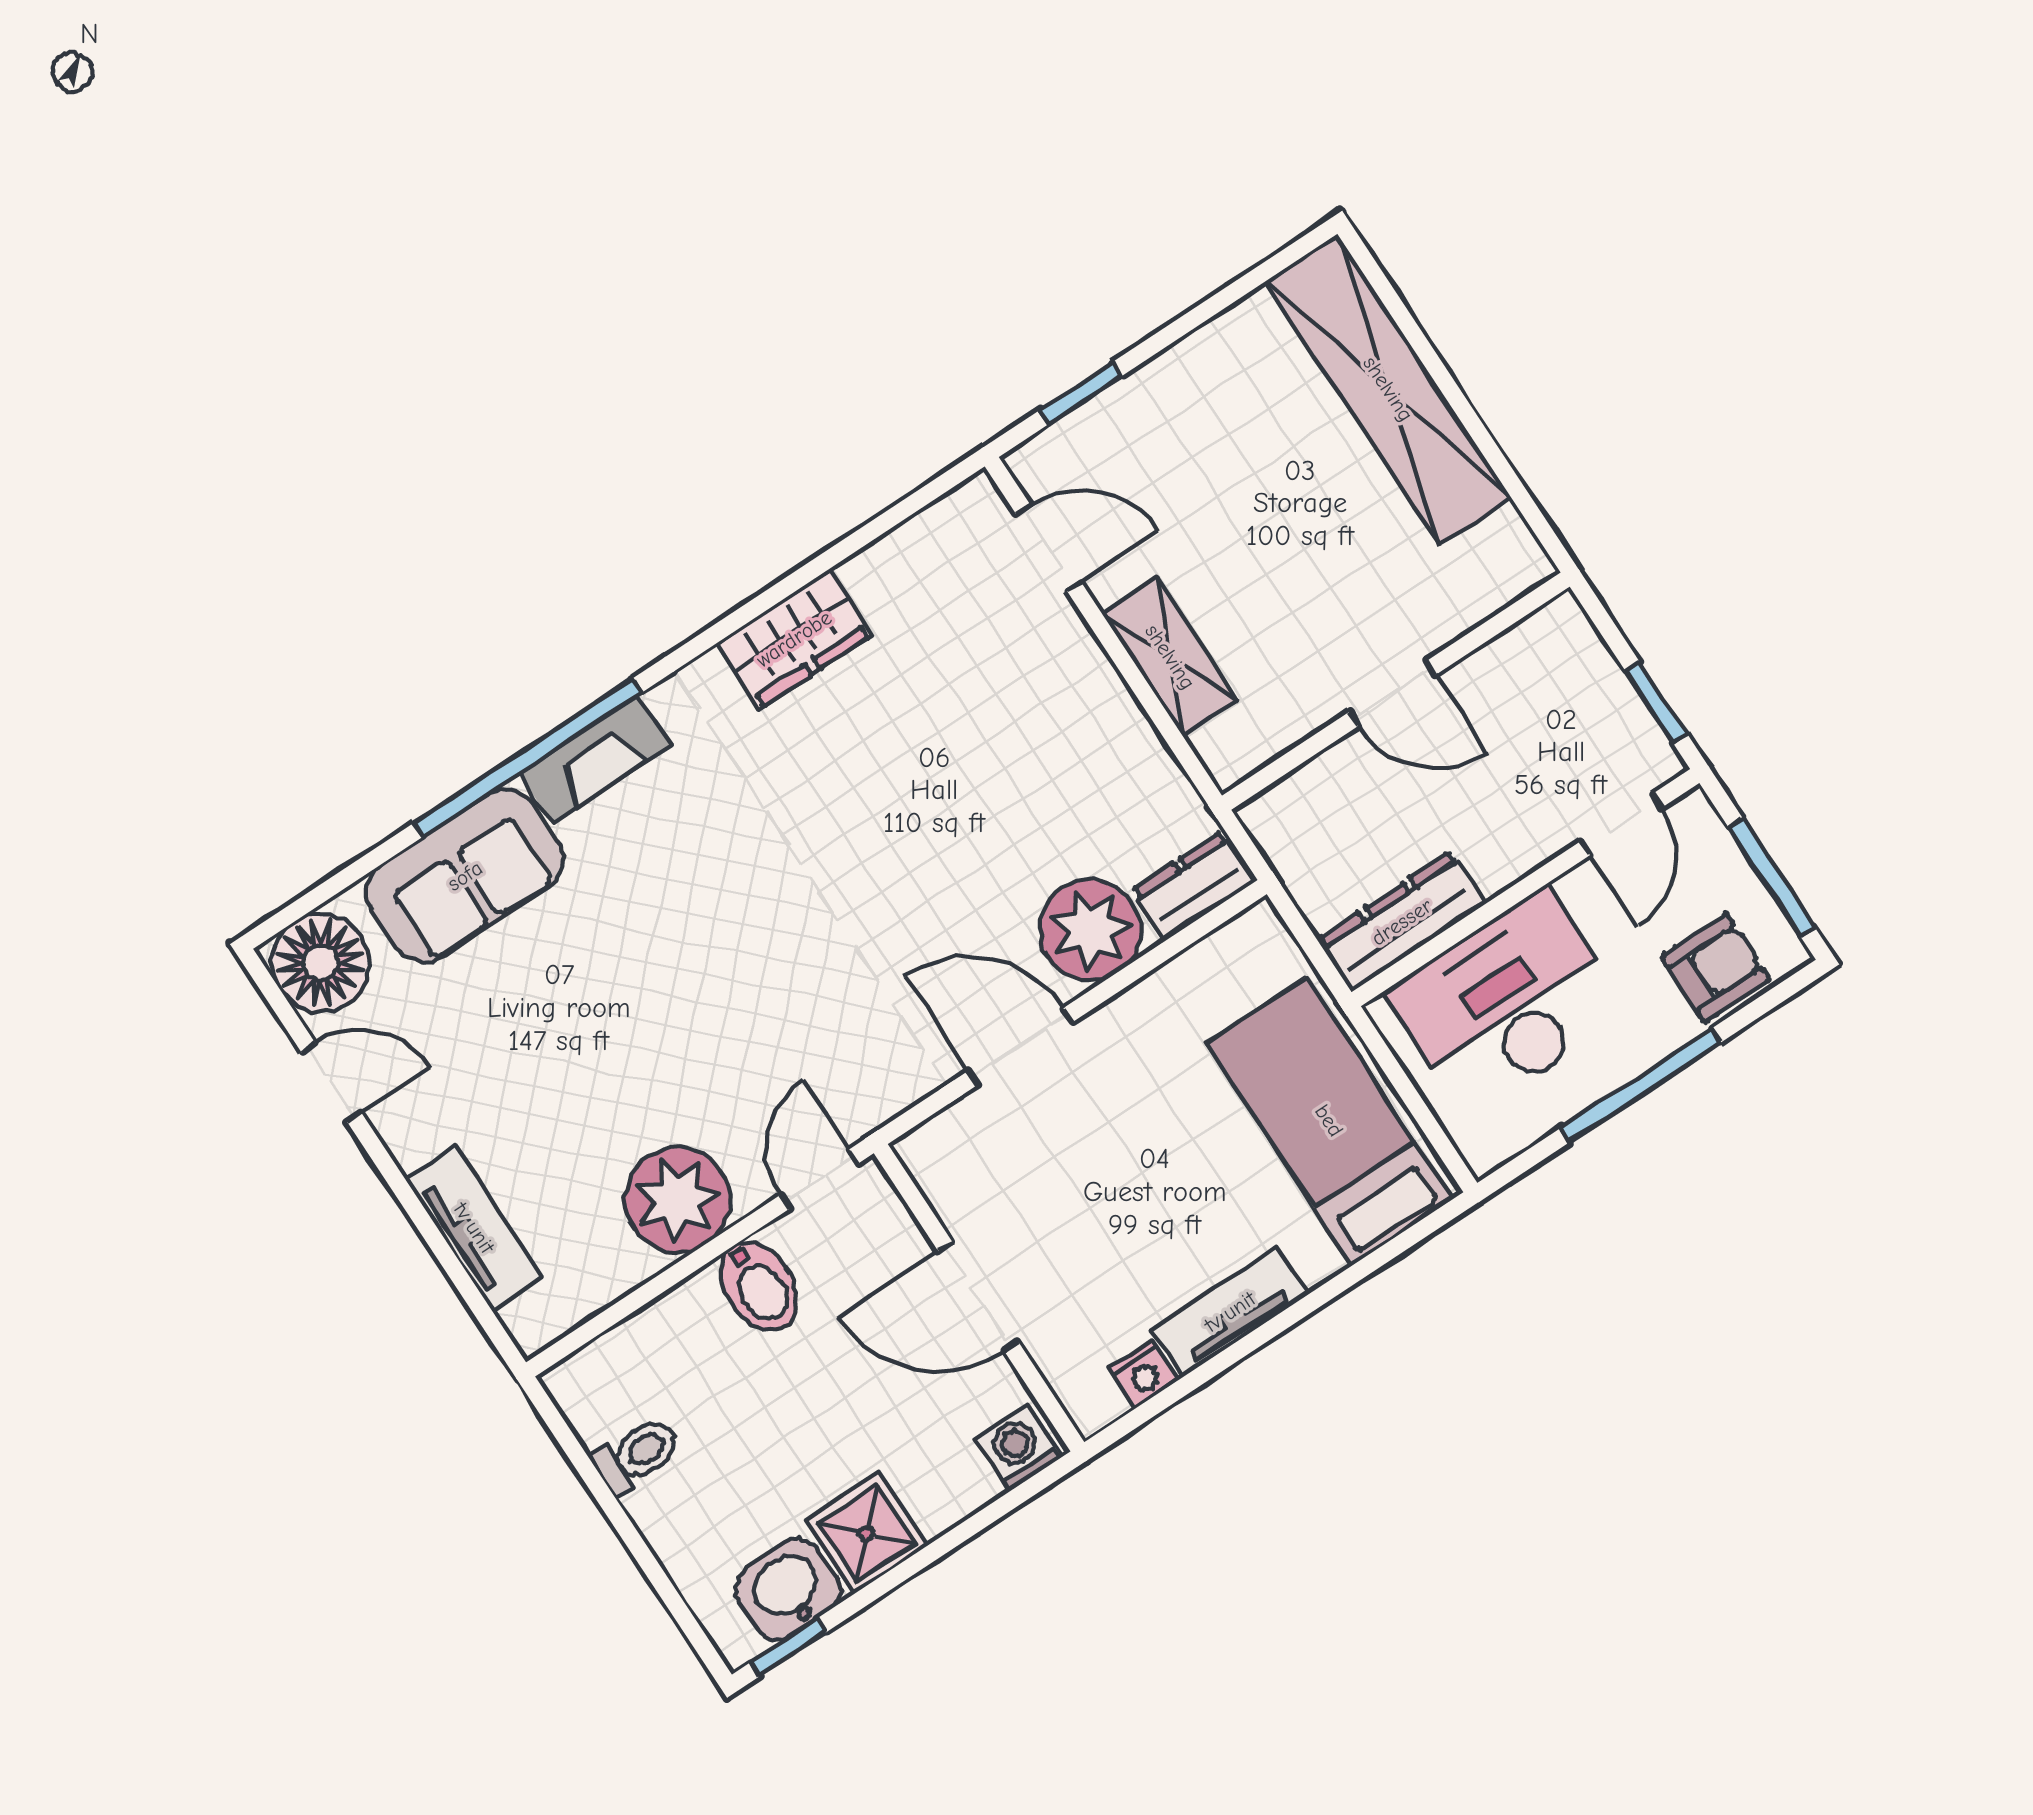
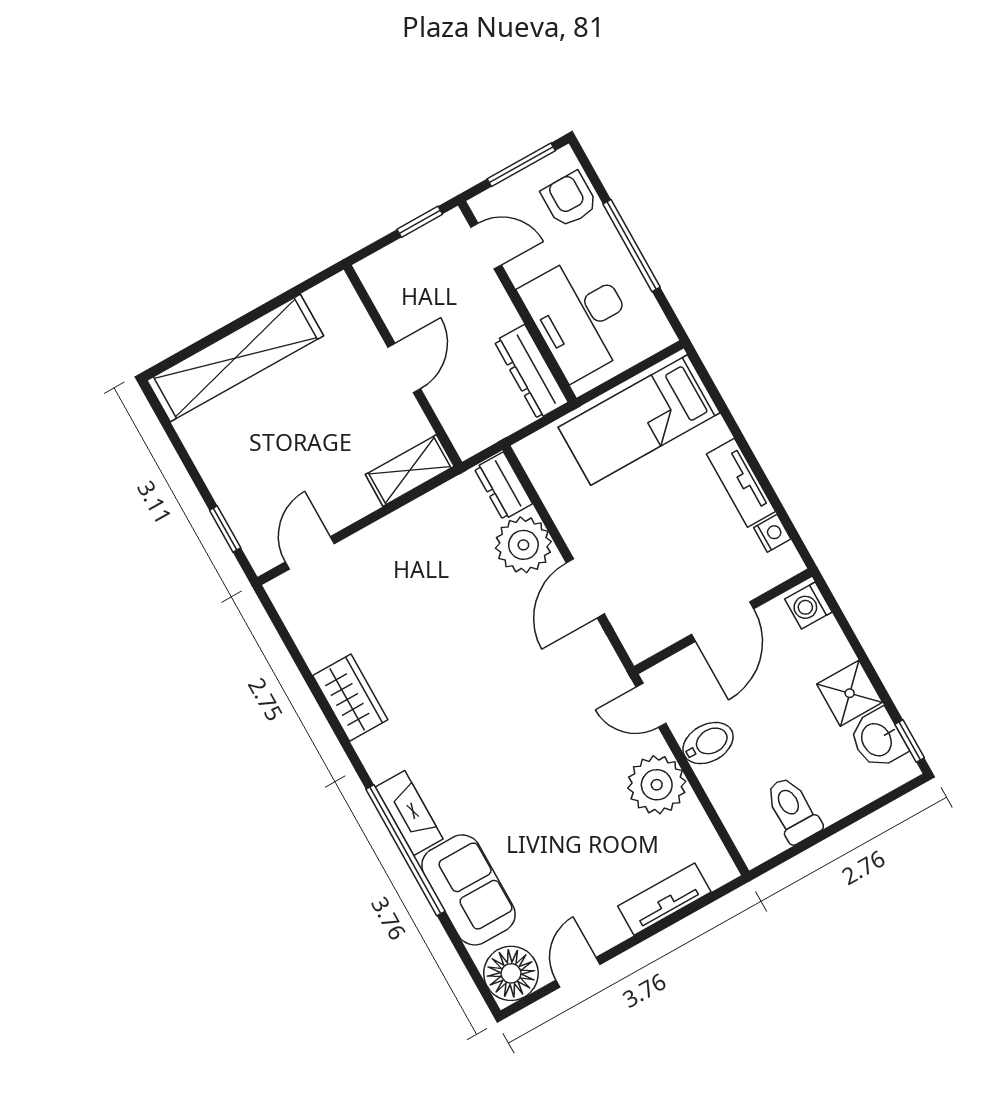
shelving: (1170, 657) -> (410, 470), moved
toilet: (637, 1455) -> (793, 810), width x1.37, depth x1.39

